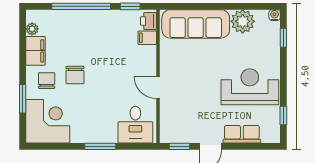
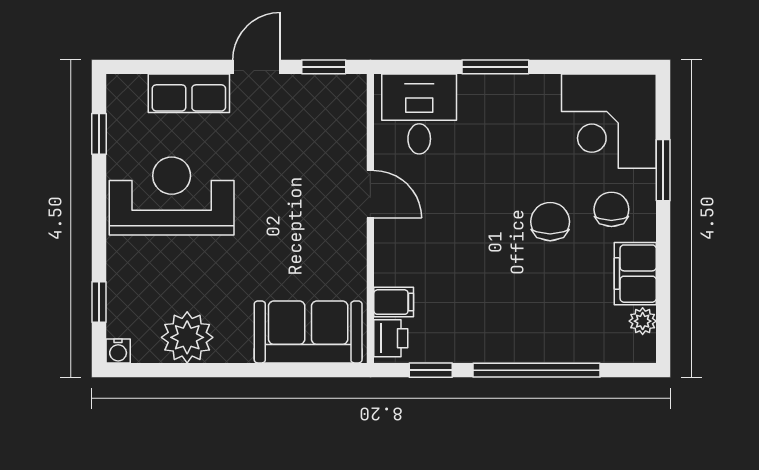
sofa: (196, 24) -> (308, 332), width x0.73
chair: (47, 81) -> (611, 209), turned 180
reception desk: (250, 87) -> (172, 196), turned 180

